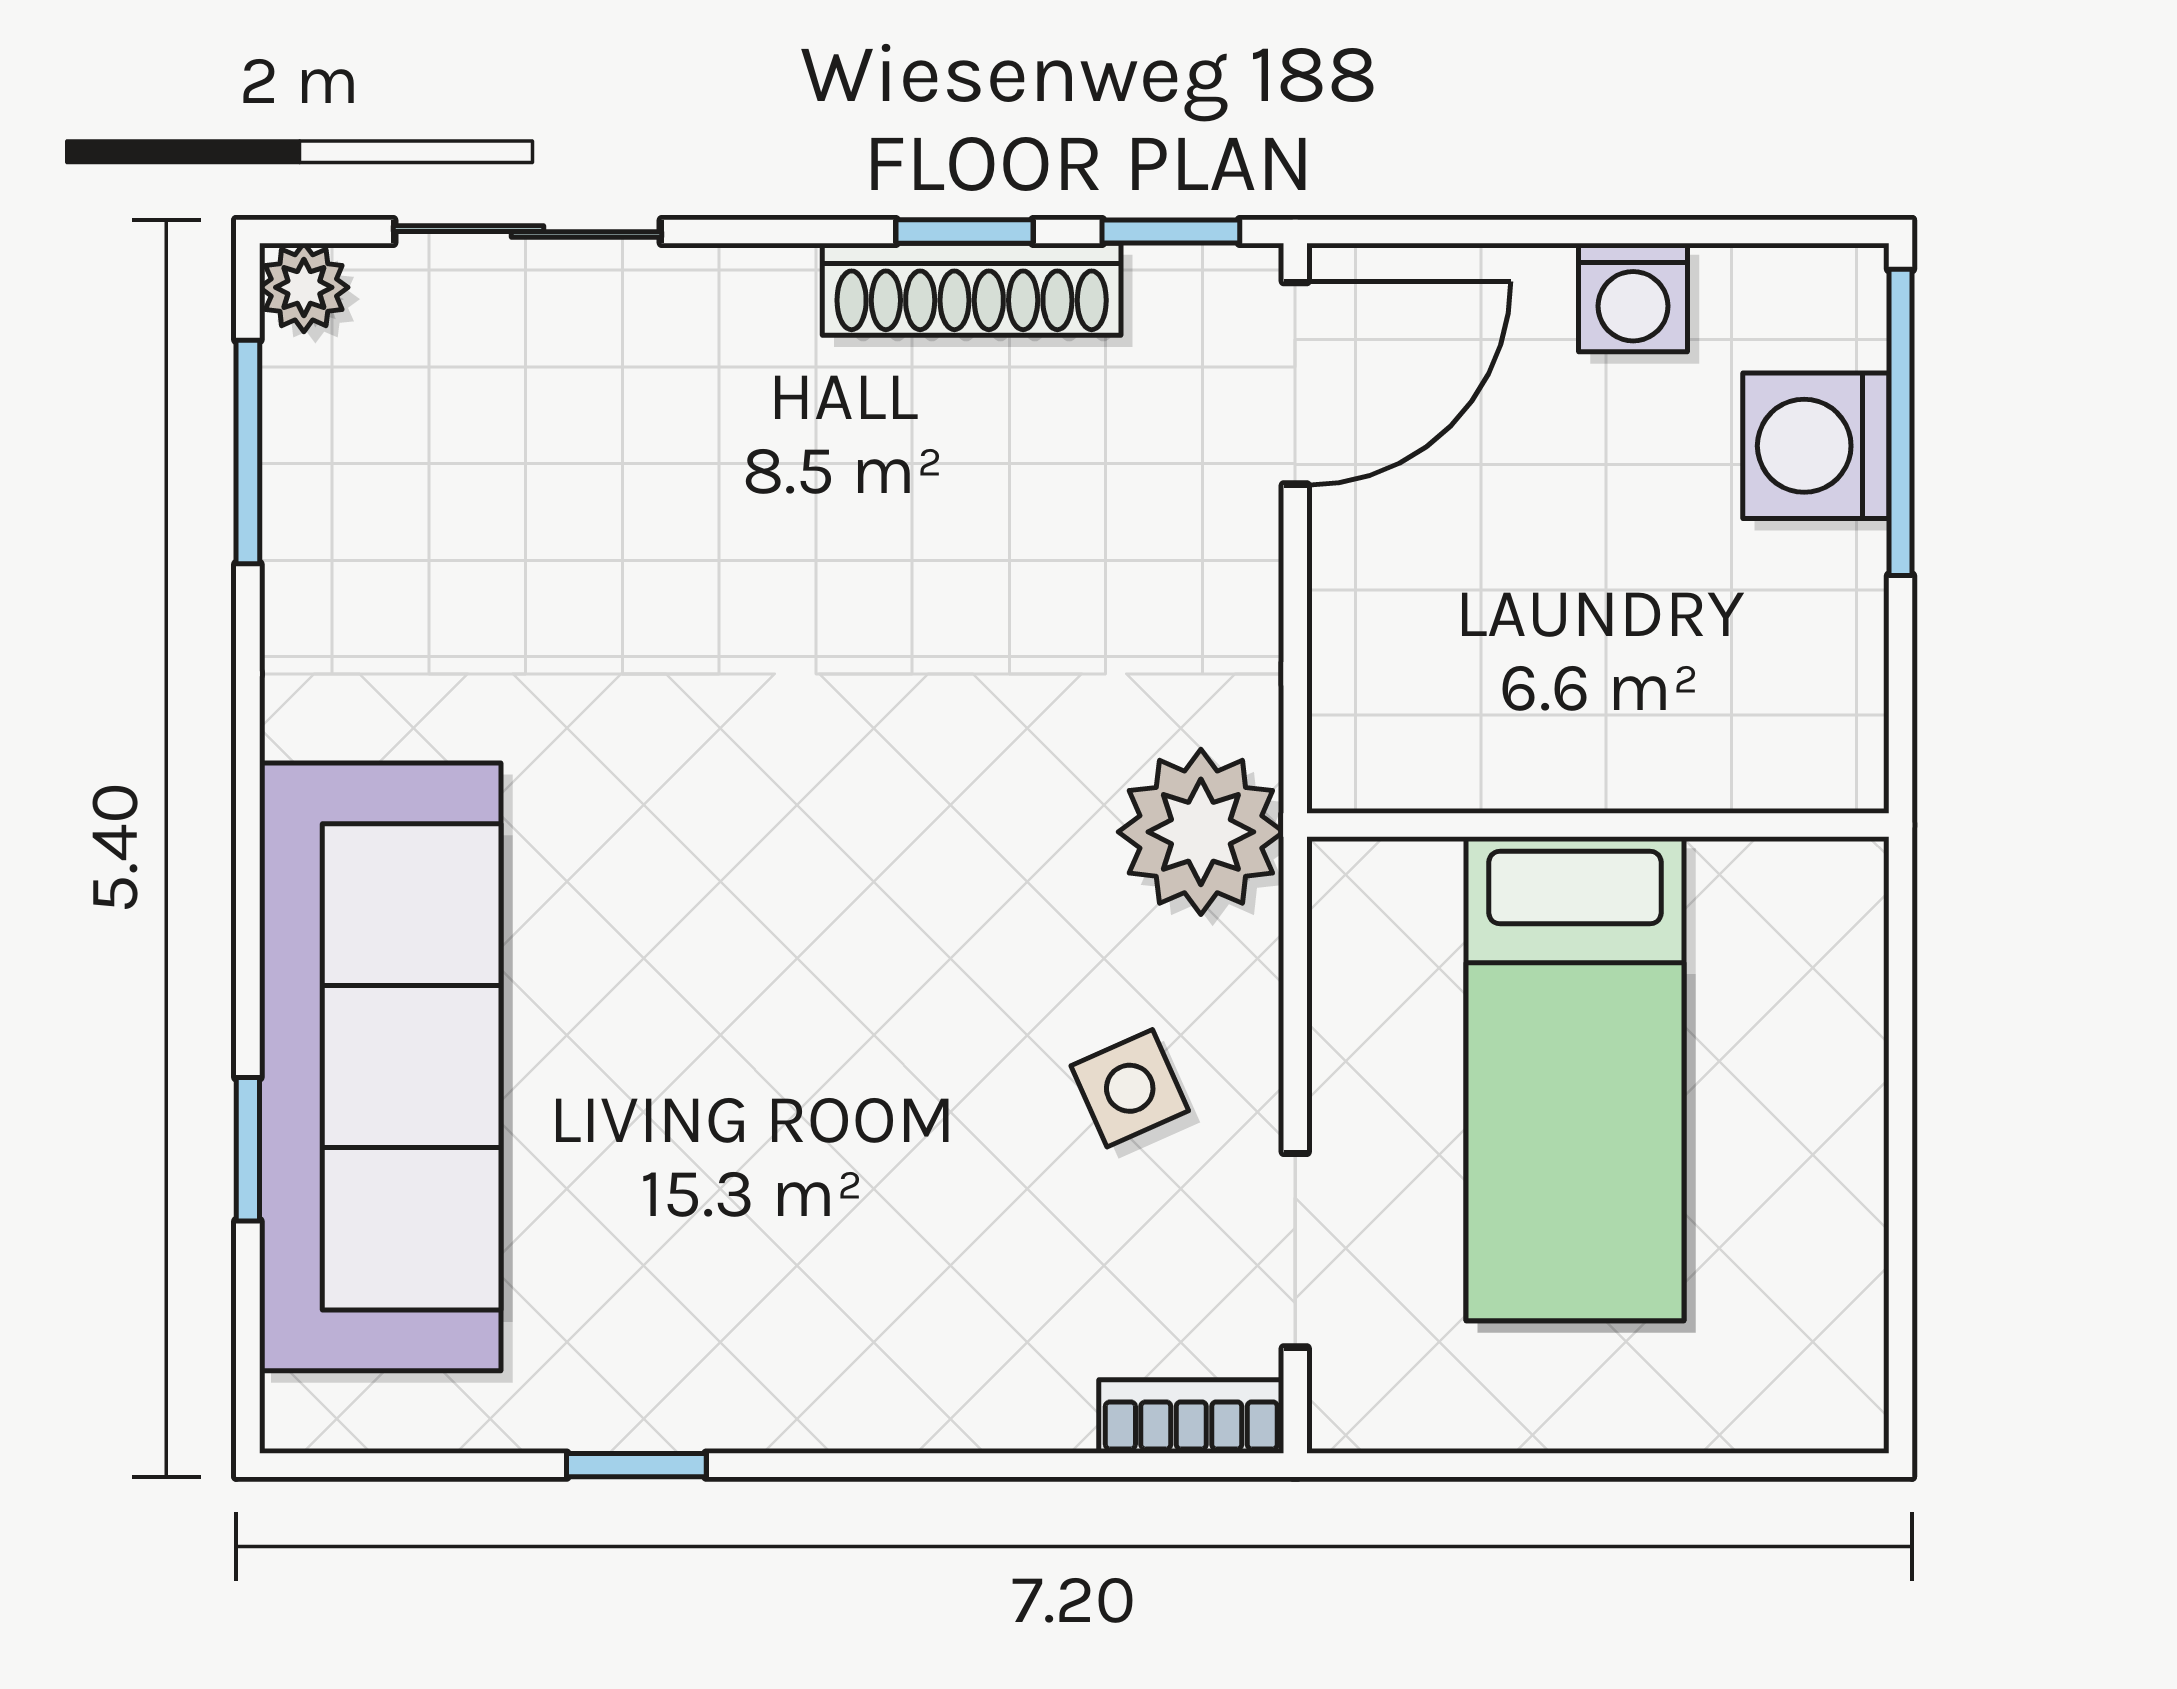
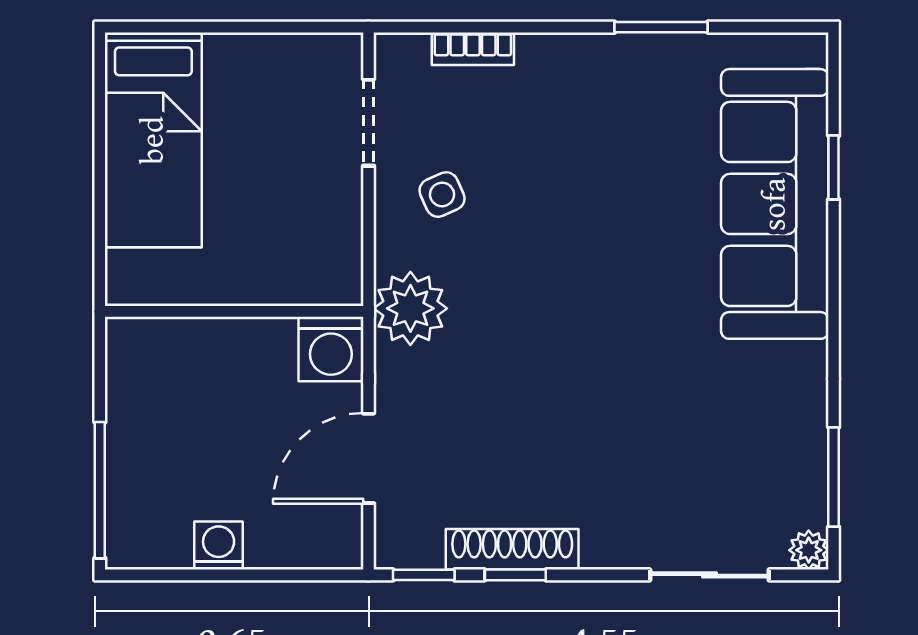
door: (1295, 383) -> (369, 458), moved
washing machine: (1816, 446) -> (331, 349), moved, turned 90
bed: (1575, 1079) -> (153, 140), moved, turned 180
bookcase: (1191, 1417) -> (473, 49), moved
window: (636, 1465) -> (661, 27), width x1.50

